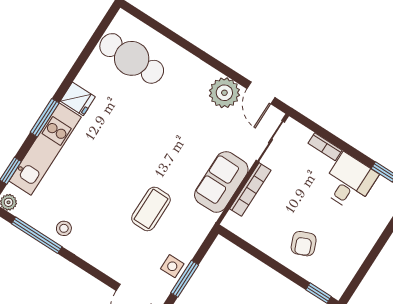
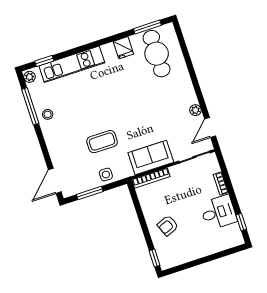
plant: (224, 93) -> (195, 110), width x0.53, depth x0.53
fridge: (78, 99) -> (123, 48), moved
window: (45, 118) -> (147, 27), moved
bookcase: (250, 190) -> (151, 178), moved
side table: (172, 266) -> (106, 174), moved

